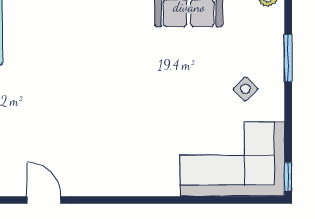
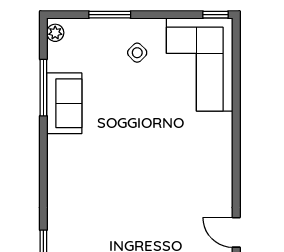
door: (44, 200) -> (236, 232), hinge flipped

